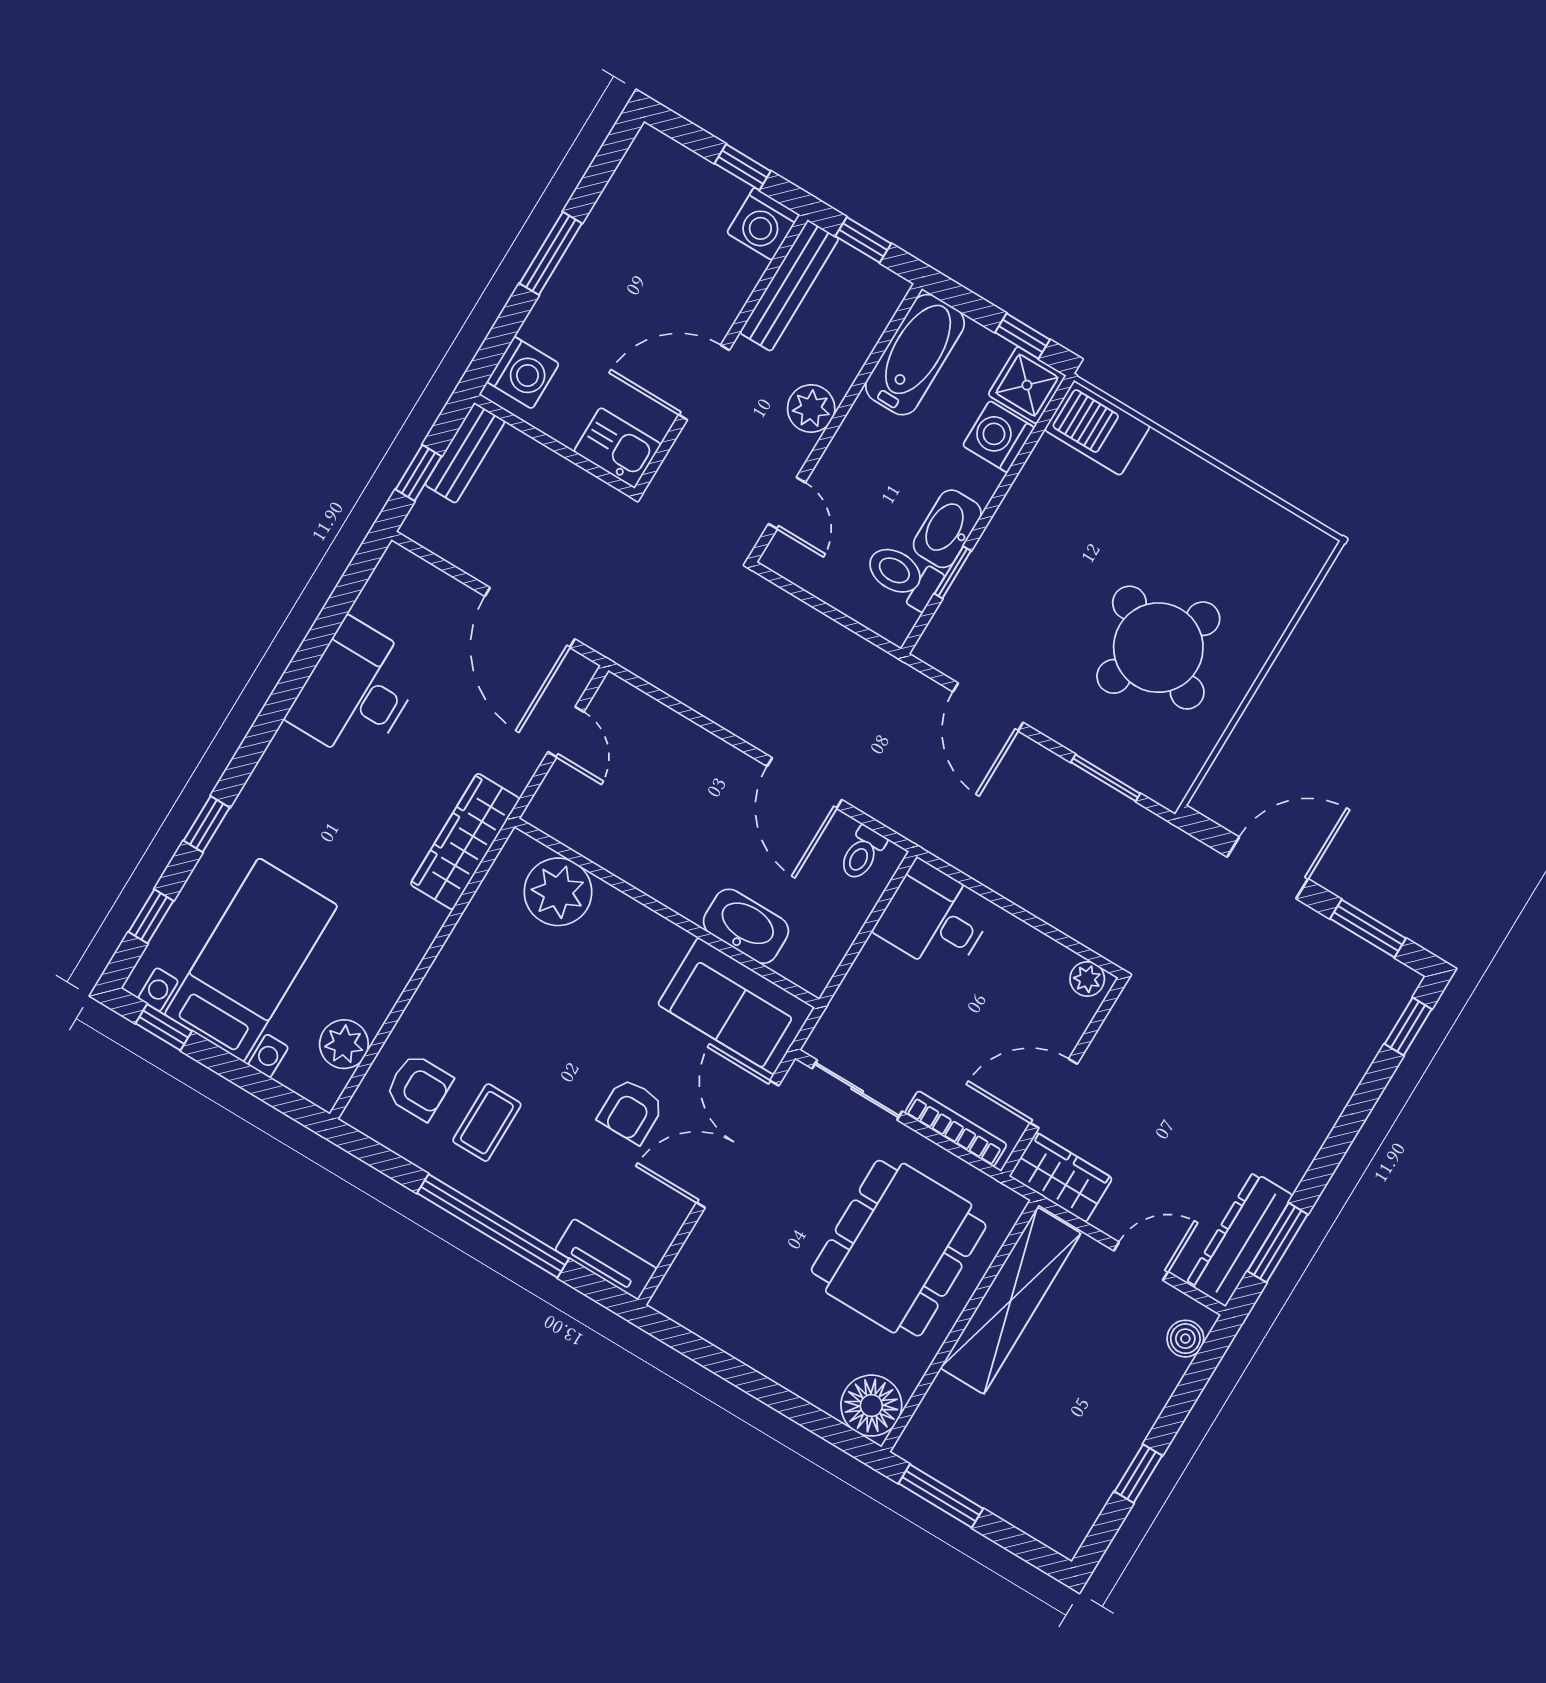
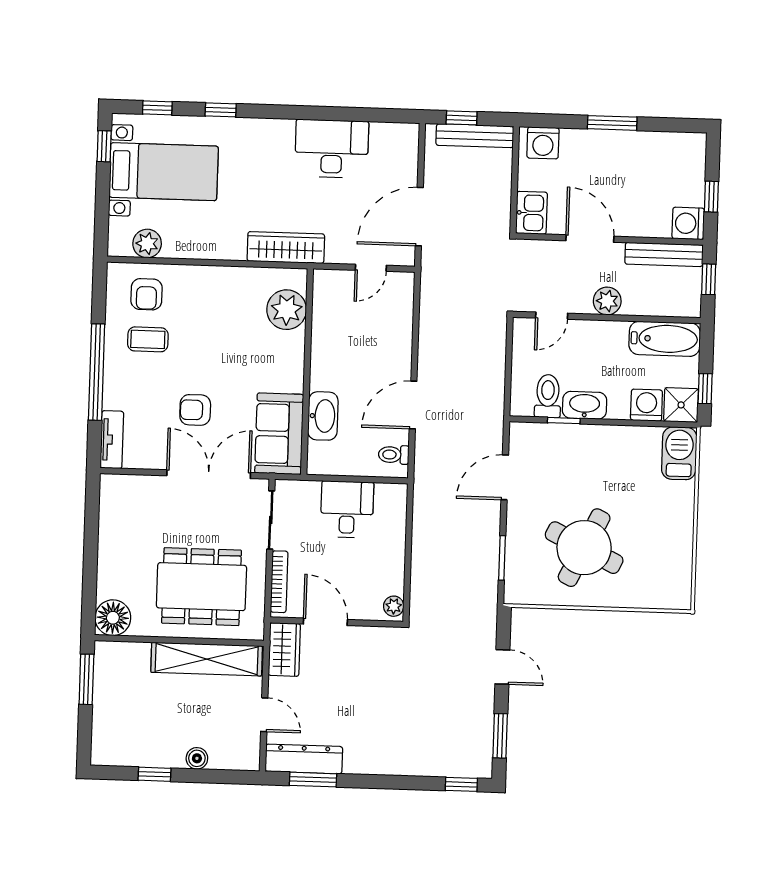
bench: (465, 453) -> (475, 136), width x1.36
door: (1268, 868) -> (502, 667), width x0.73
desk: (935, 919) -> (347, 509), moved
boiler: (1185, 1339) -> (197, 758), moved

